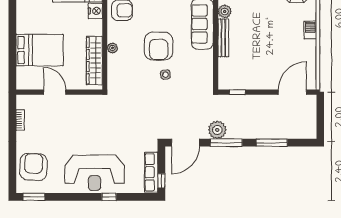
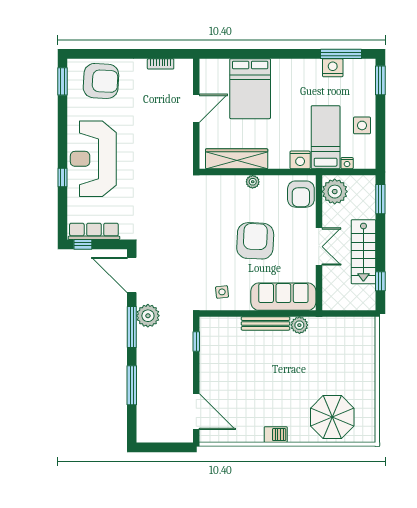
armchair: (159, 46) -> (255, 241), turned 93
side table: (165, 75) -> (222, 292), moved

